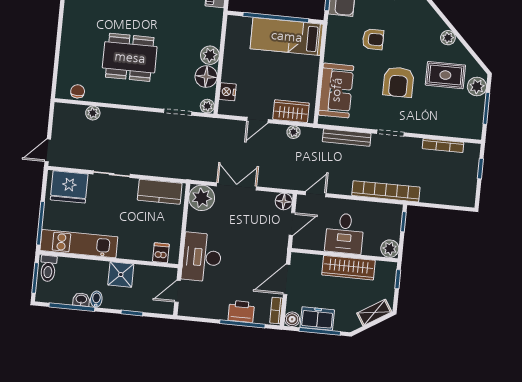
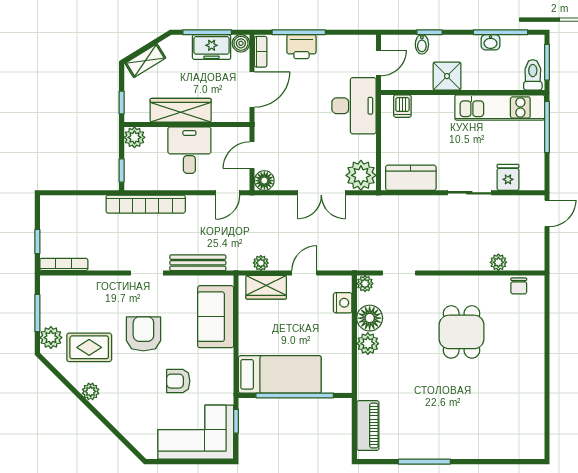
dining table: (130, 57) -> (462, 332), width x0.73
bookcase: (443, 146) -> (64, 264), moved
fridge: (69, 187) -> (508, 177), width x0.53, depth x0.75
bidet: (96, 299) -> (422, 44), moved

